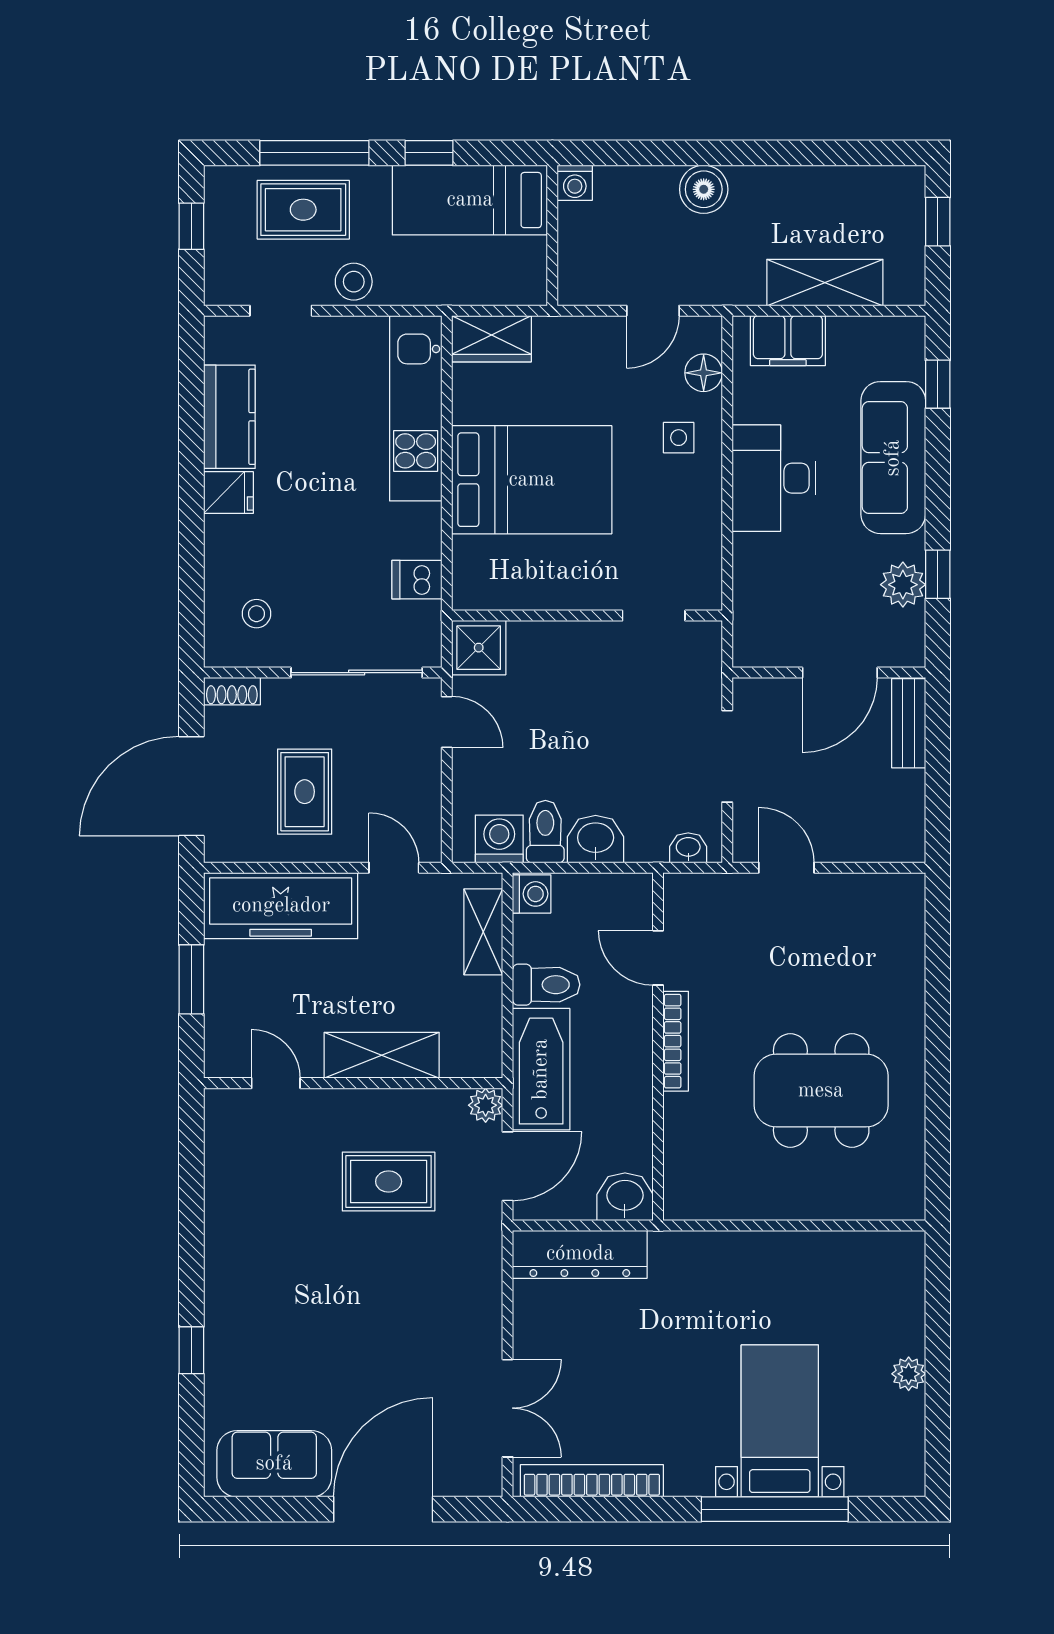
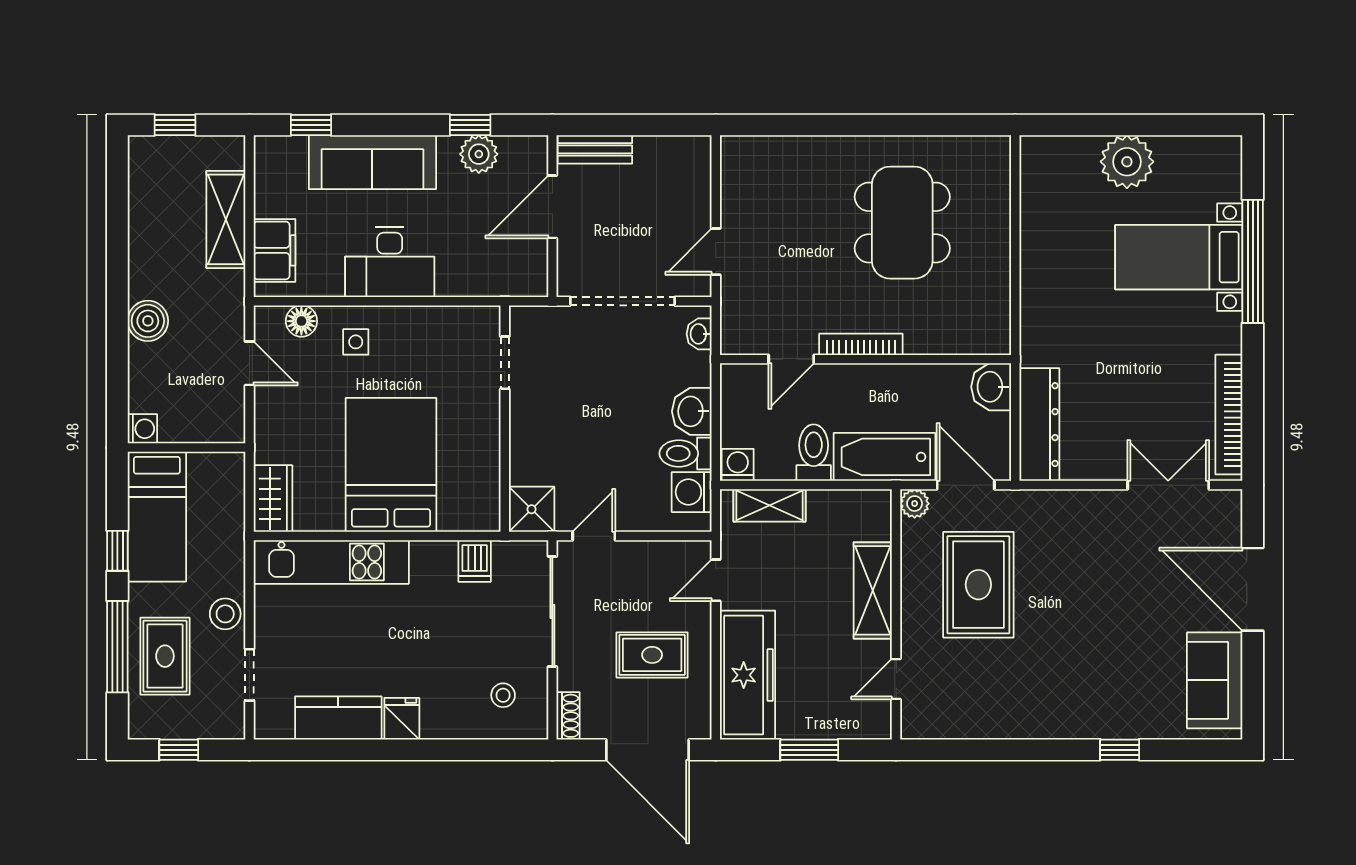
door: (840, 673) -> (552, 207), swing flipped
doorway: (727, 756) -> (623, 301), width x1.36
rug: (389, 1182) -> (978, 585), width x1.36, depth x1.43
plant: (909, 1374) -> (1127, 162), width x1.88, depth x1.88

